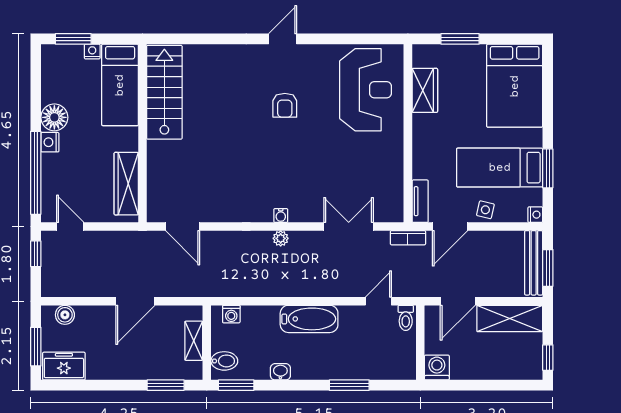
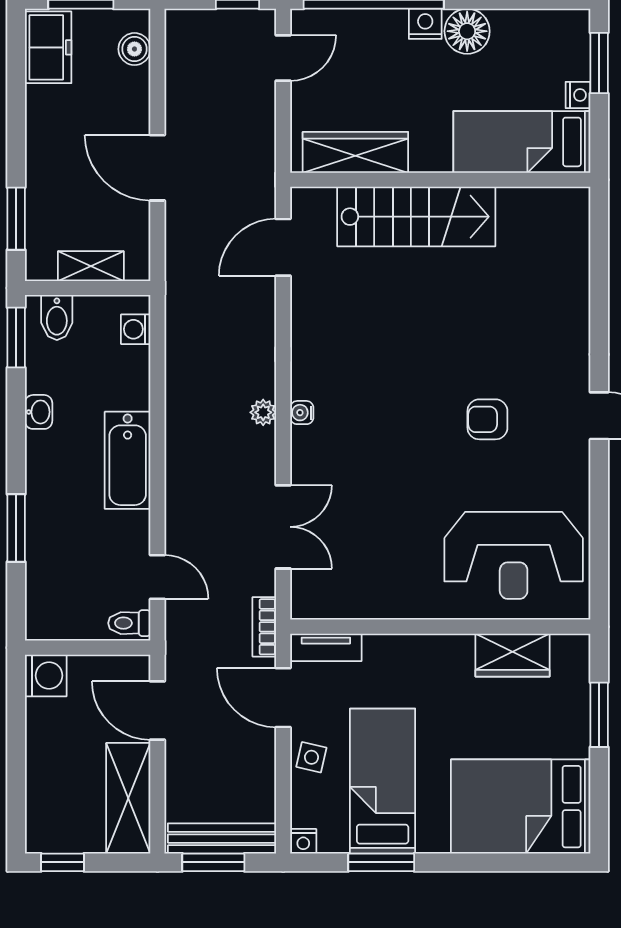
stairs: (164, 92) -> (416, 217), moved

